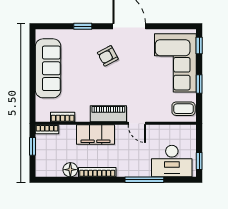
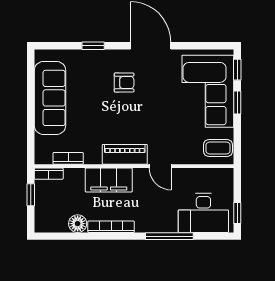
armchair: (108, 56) -> (124, 83), turned -152
window: (199, 84) -> (237, 103), moved

